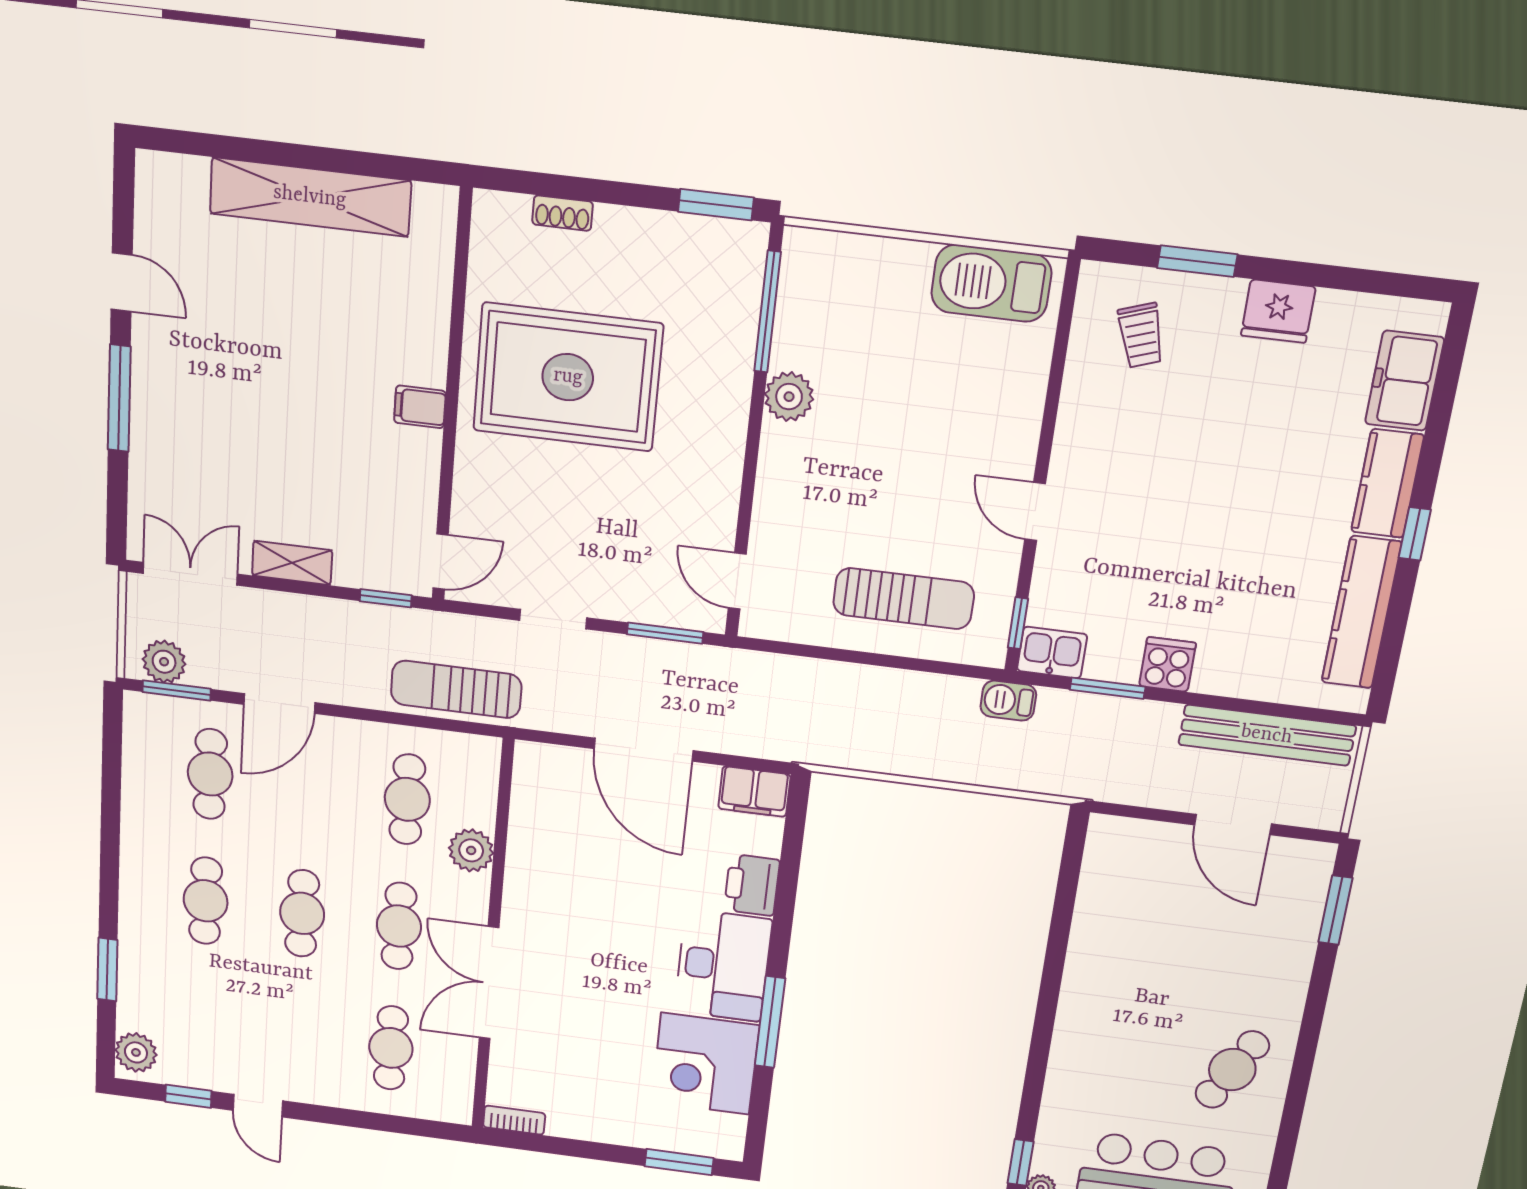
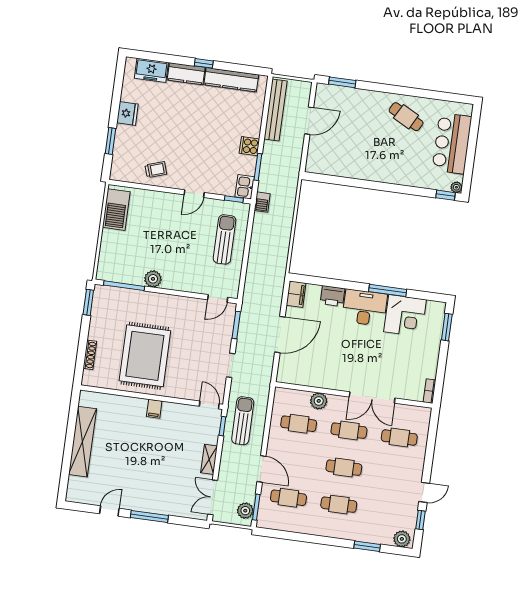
shoe rack: (563, 213) -> (90, 355), width x1.43
trolley: (1141, 335) -> (156, 170), moved
sun lounger: (456, 689) -> (243, 421), moved, turned 180

